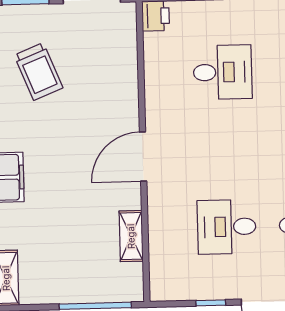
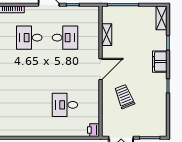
trolley: (38, 71) -> (124, 96), moved

